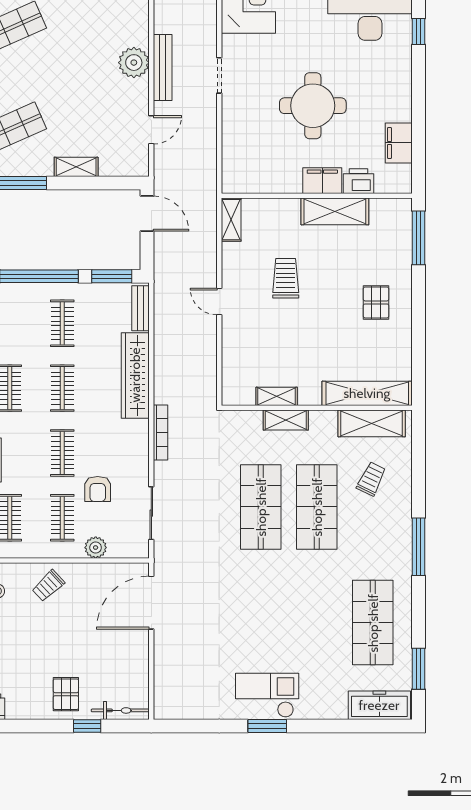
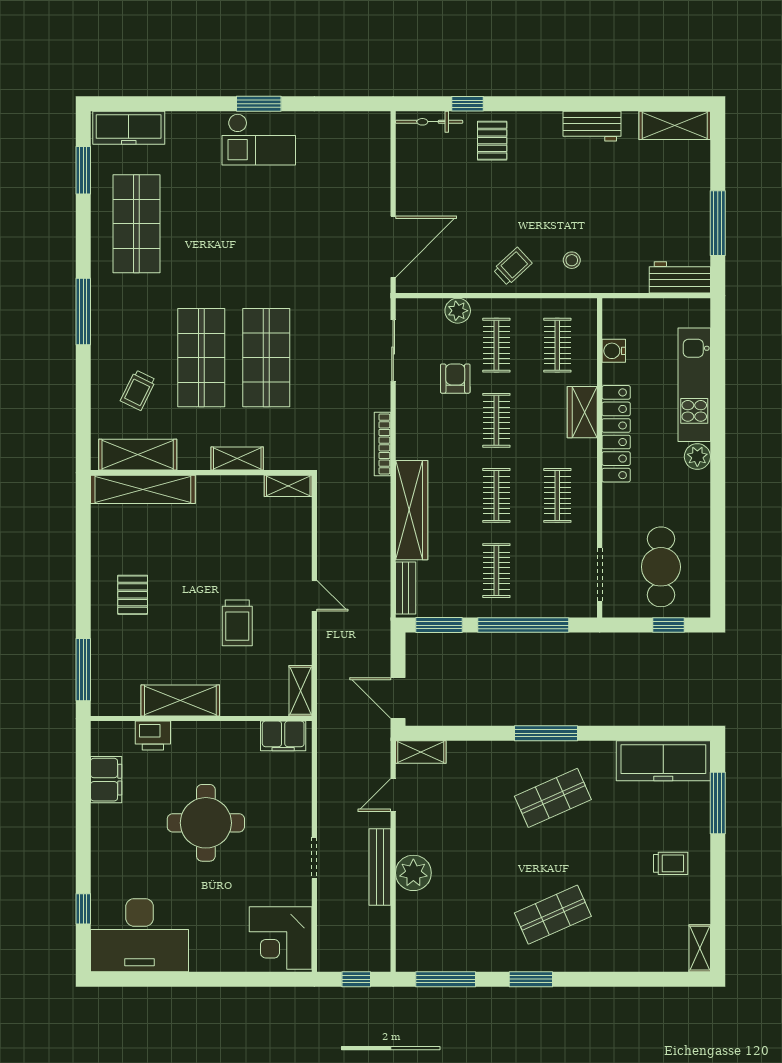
shelving: (76, 167) -> (421, 752), moved
filing cabinet: (322, 181) -> (283, 736), moved
shelving: (277, 396) -> (288, 486), moved

